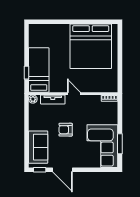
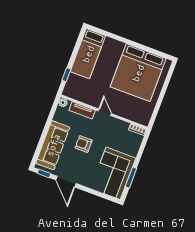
bed: (39, 70) -> (88, 54), moved, turned 180
sofa: (38, 147) -> (53, 145), width x1.36

